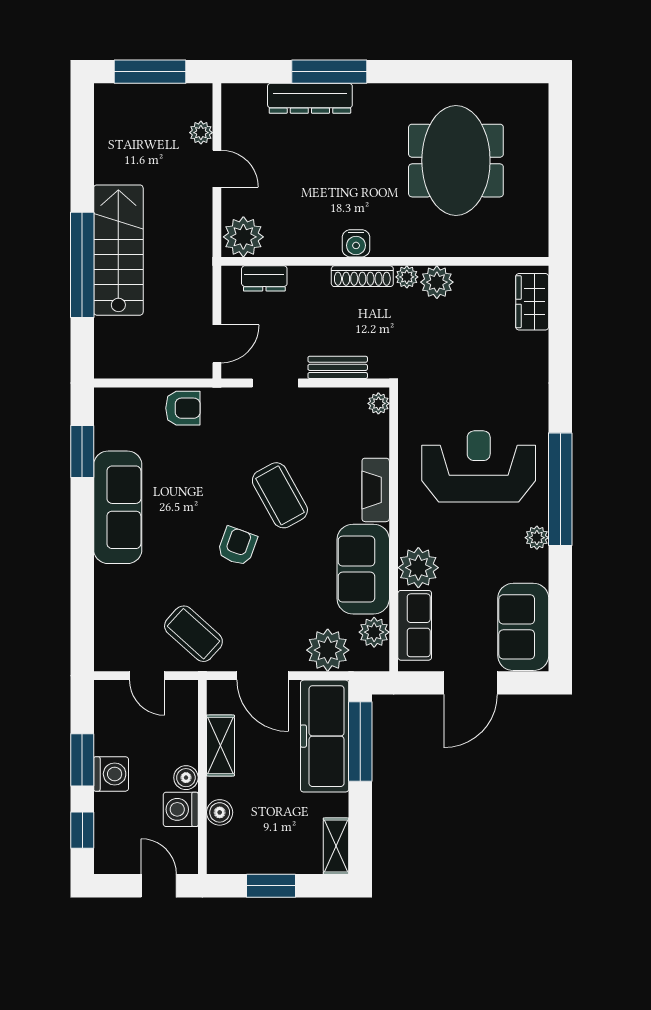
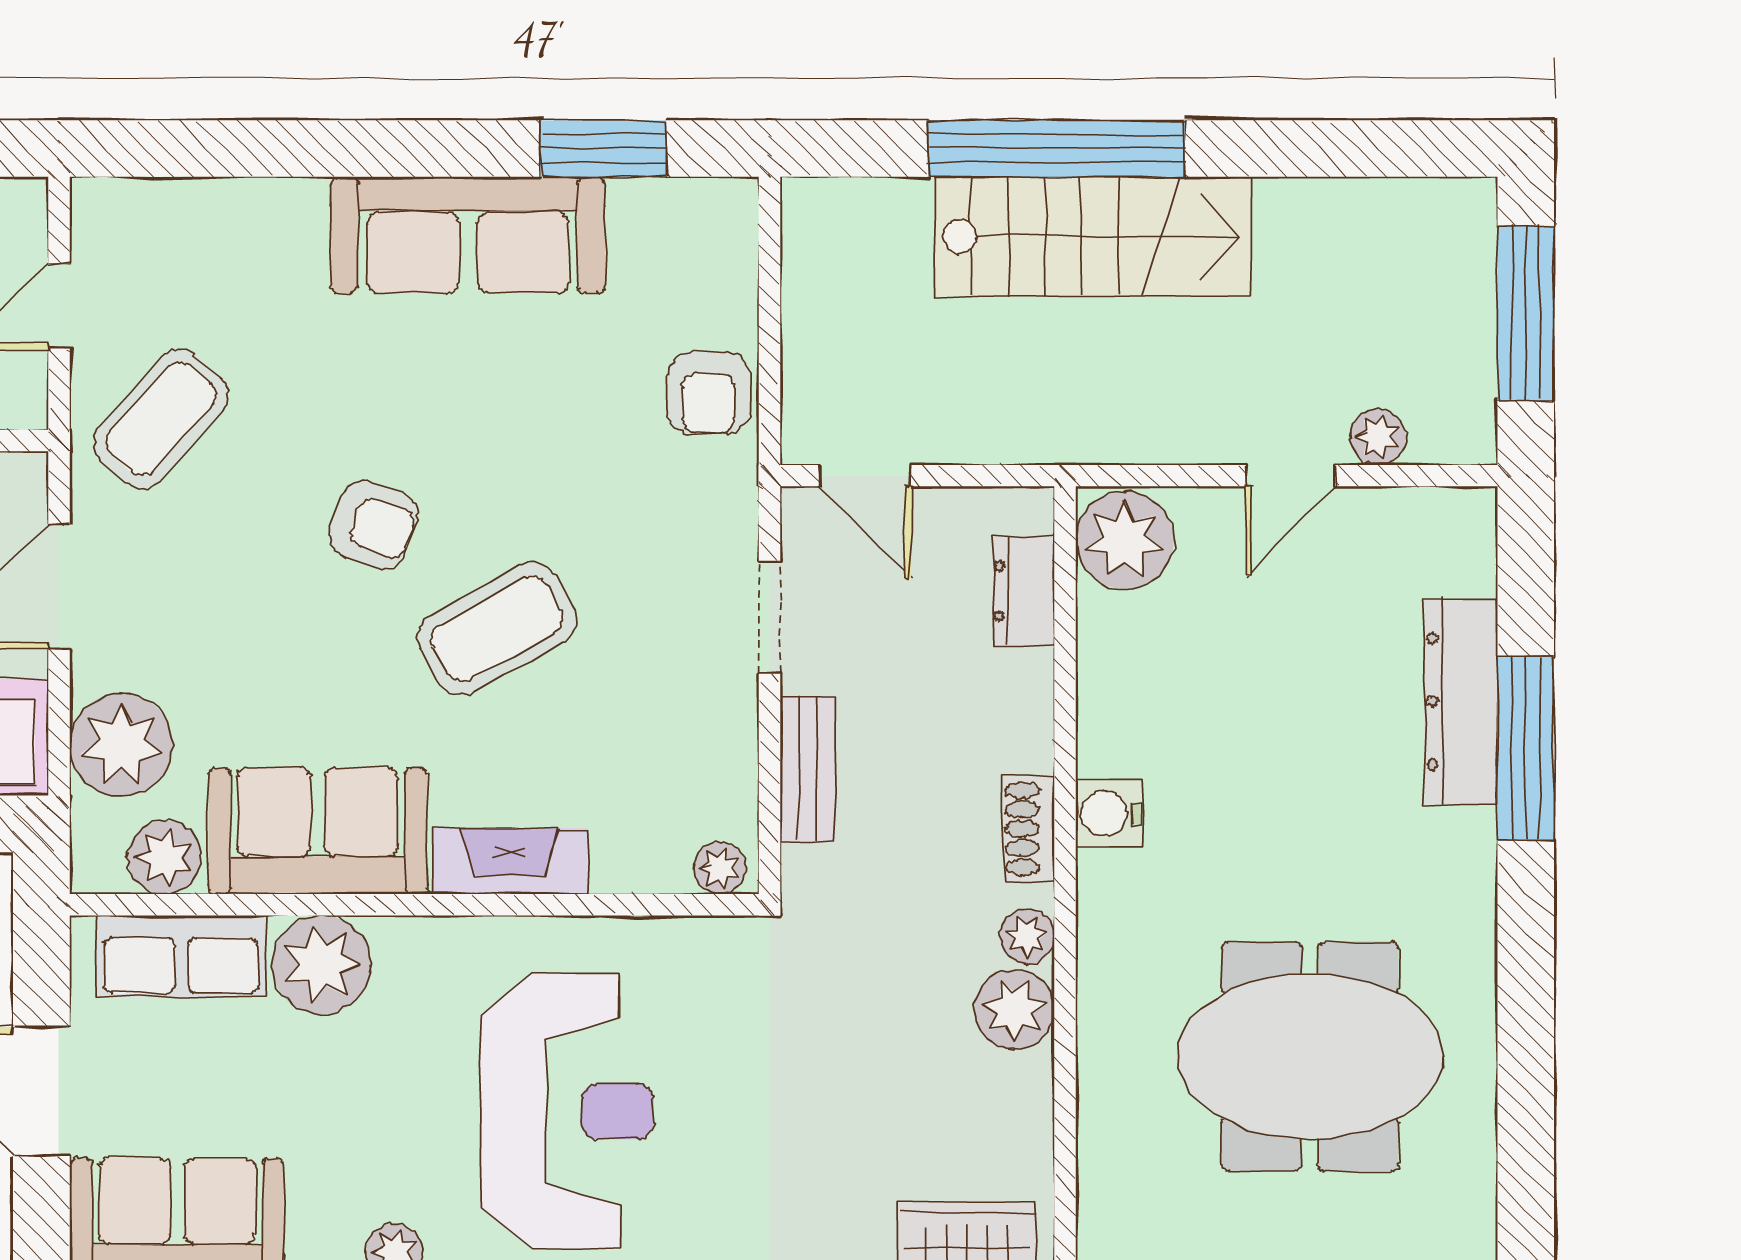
shoe rack: (362, 276) -> (1029, 829), width x0.70

